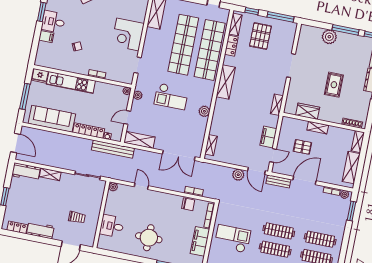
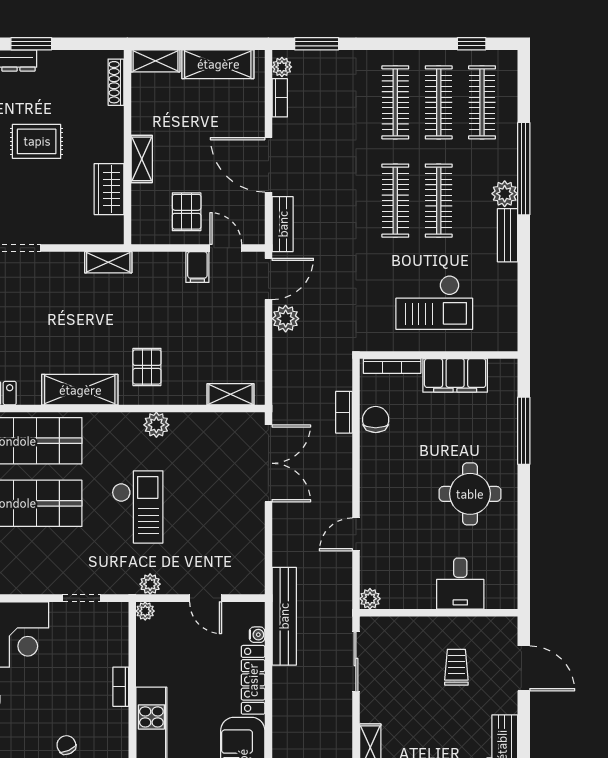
pallet: (230, 112) -> (147, 367), added
filing cabinet: (268, 137) -> (197, 267), width x0.50
shelving: (139, 140) -> (251, 560), removed
pallet: (302, 147) -> (187, 212), moved
checkout: (232, 239) -> (434, 303), turned -90

